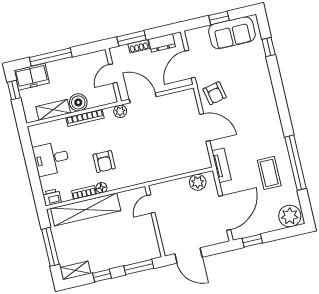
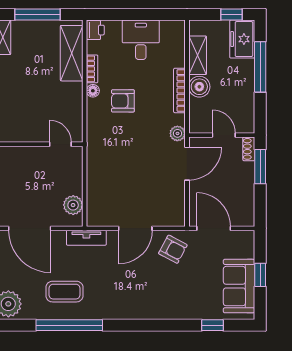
dresser: (162, 43) -> (246, 201), removed
shoe rack: (139, 46) -> (249, 149), moved
armchair: (215, 93) -> (173, 249), turned -140
shelving: (86, 210) -> (72, 53), width x0.68

